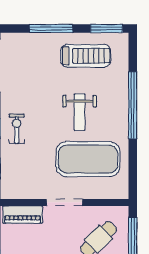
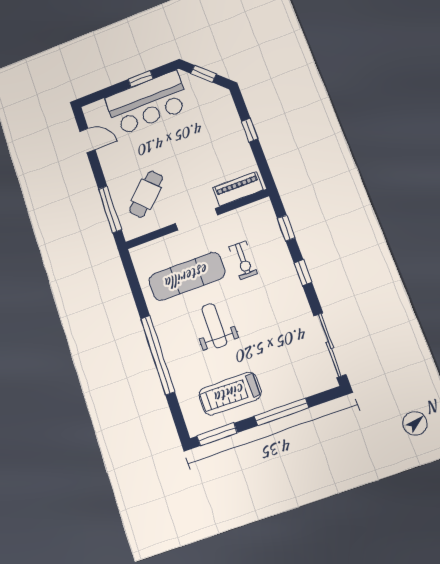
exercise bike: (17, 129) -> (243, 260), moved
exercise mat: (88, 159) -> (187, 276), width x0.68

